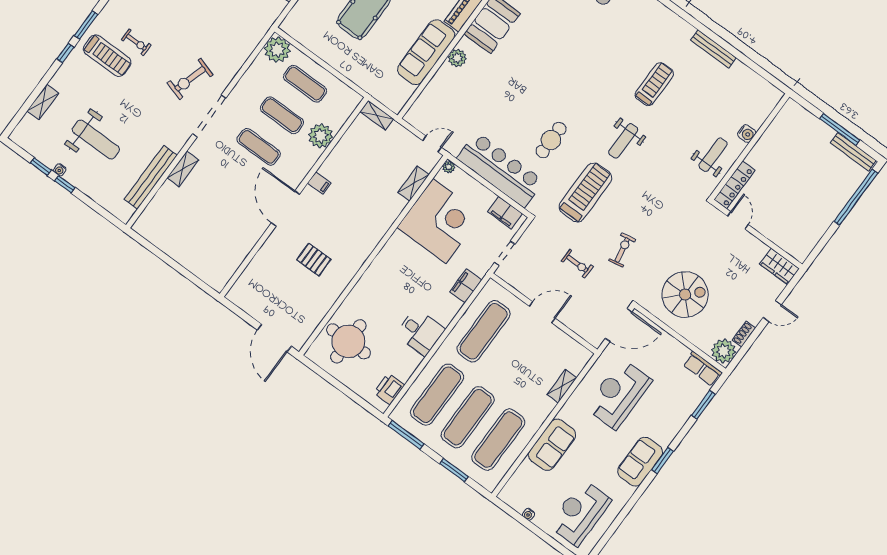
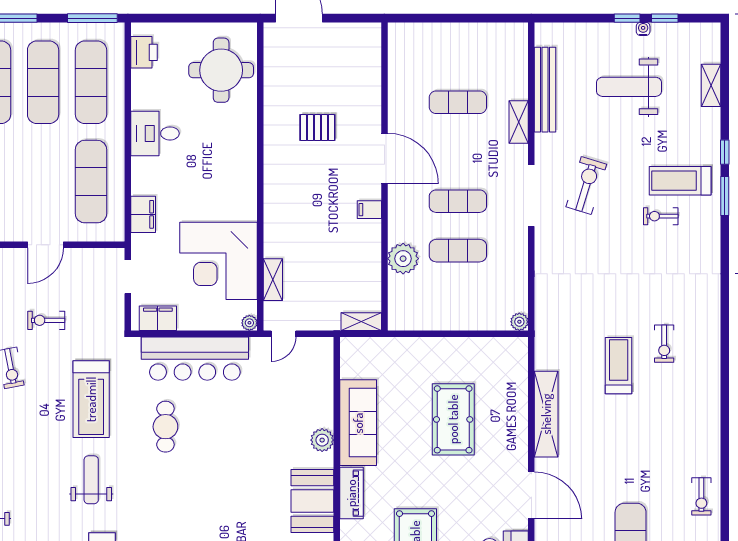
plant: (277, 50) -> (519, 322), width x0.53, depth x0.53
exercise bike: (190, 79) -> (586, 185), moved
exercise mat: (305, 84) -> (458, 102), moved

